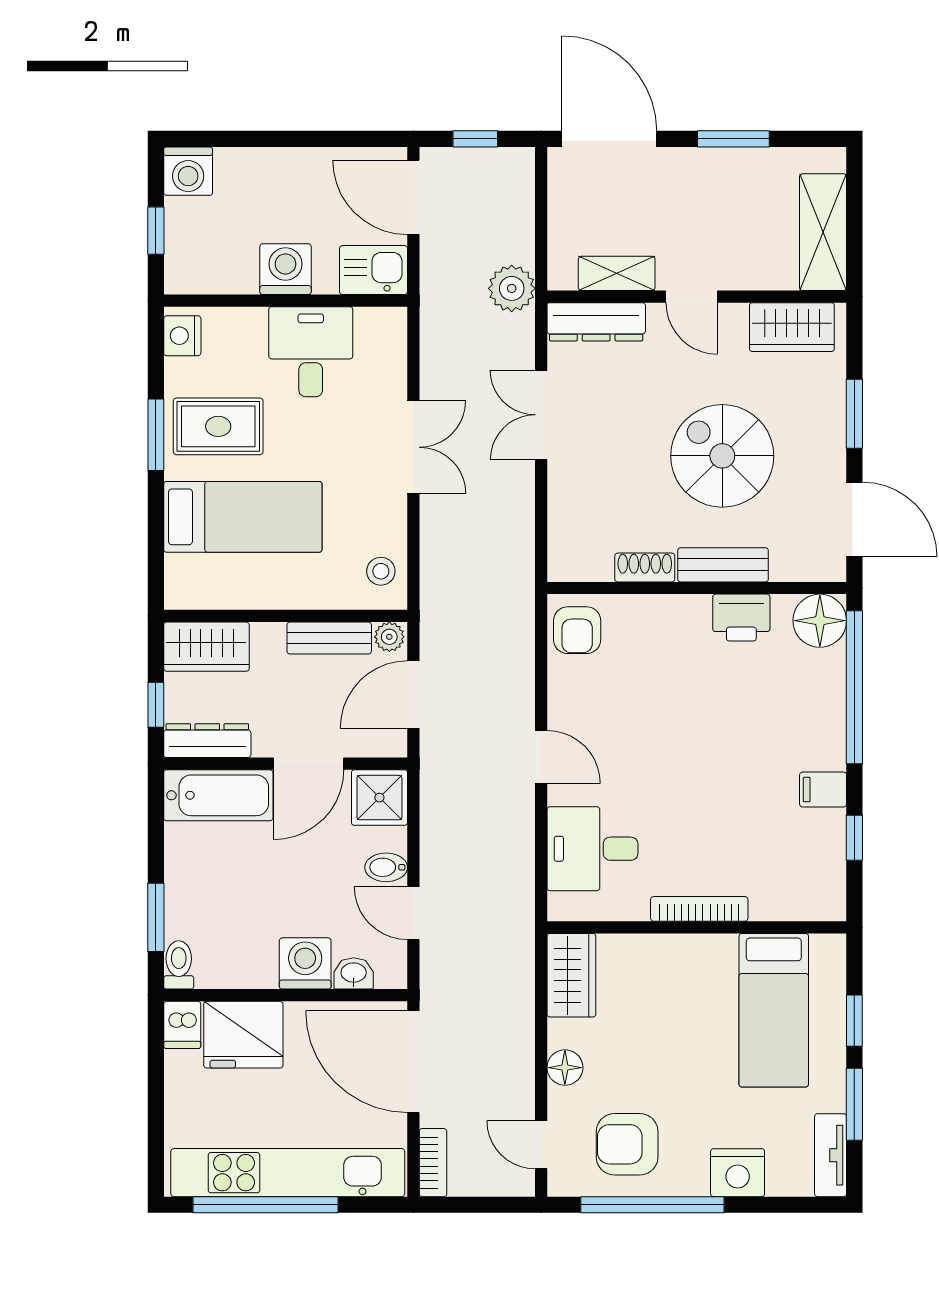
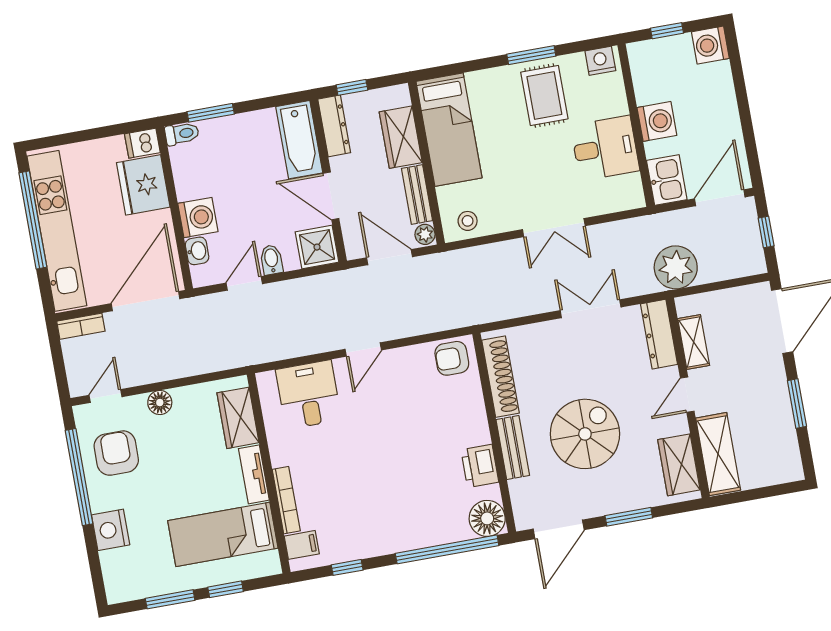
shelving: (823, 232) -> (718, 454), moved, turned 90
plant: (512, 288) -> (676, 267), width x1.36, depth x1.36
bed: (243, 517) -> (449, 130), moved
shoe rack: (645, 567) -> (500, 377), width x1.94, depth x1.24
wardrobe: (206, 647) -> (401, 137), moved
filing cabinet: (823, 790) -> (302, 545), moved, turned 90
bookcase: (699, 909) -> (286, 500), moved
wardrobe: (571, 975) -> (238, 418), moved, turned 90
tv unit: (831, 1155) -> (254, 474), moved, turned -90

